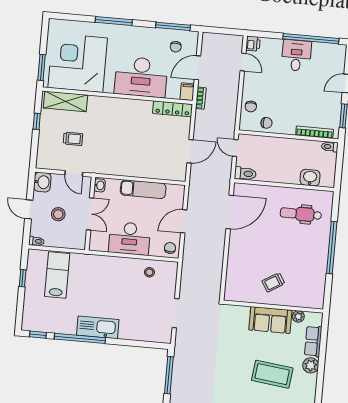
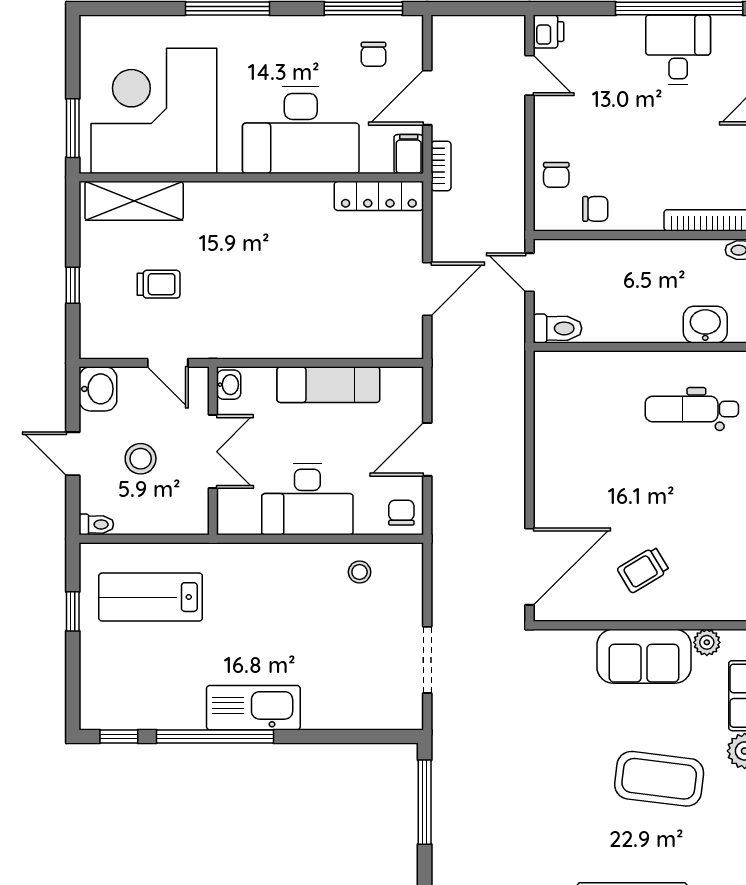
desk: (296, 55) -> (678, 50), moved
window: (37, 121) -> (73, 285), moved
door: (230, 212) -> (530, 567), moved
lab bench: (57, 275) -> (151, 597), turned -90

